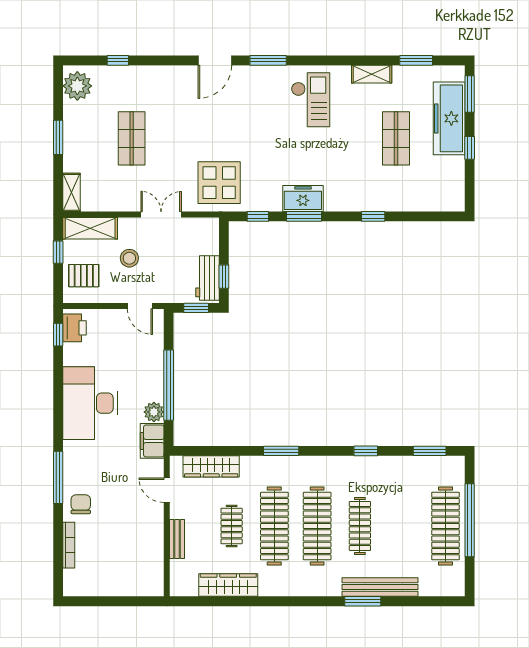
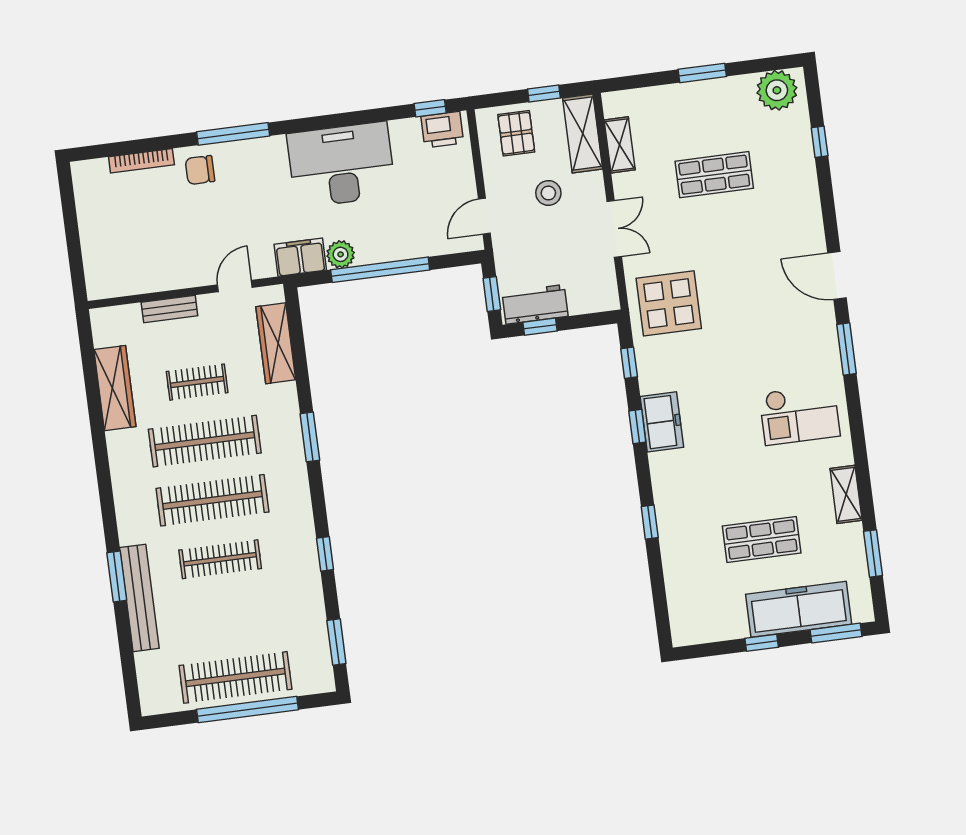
shelving: (72, 192) -> (620, 145), moved, turned 90
window: (304, 216) -> (637, 427), width x0.67
chair: (81, 504) -> (200, 170), turned 180

